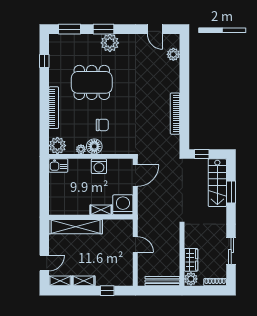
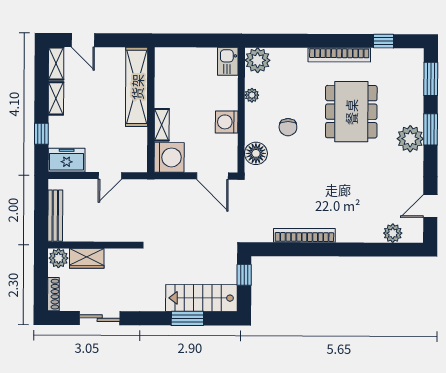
bookcase: (54, 108) -> (339, 55), moved
floor lamp: (94, 146) -> (256, 153), moved
freezer: (125, 274) -> (67, 160), added

